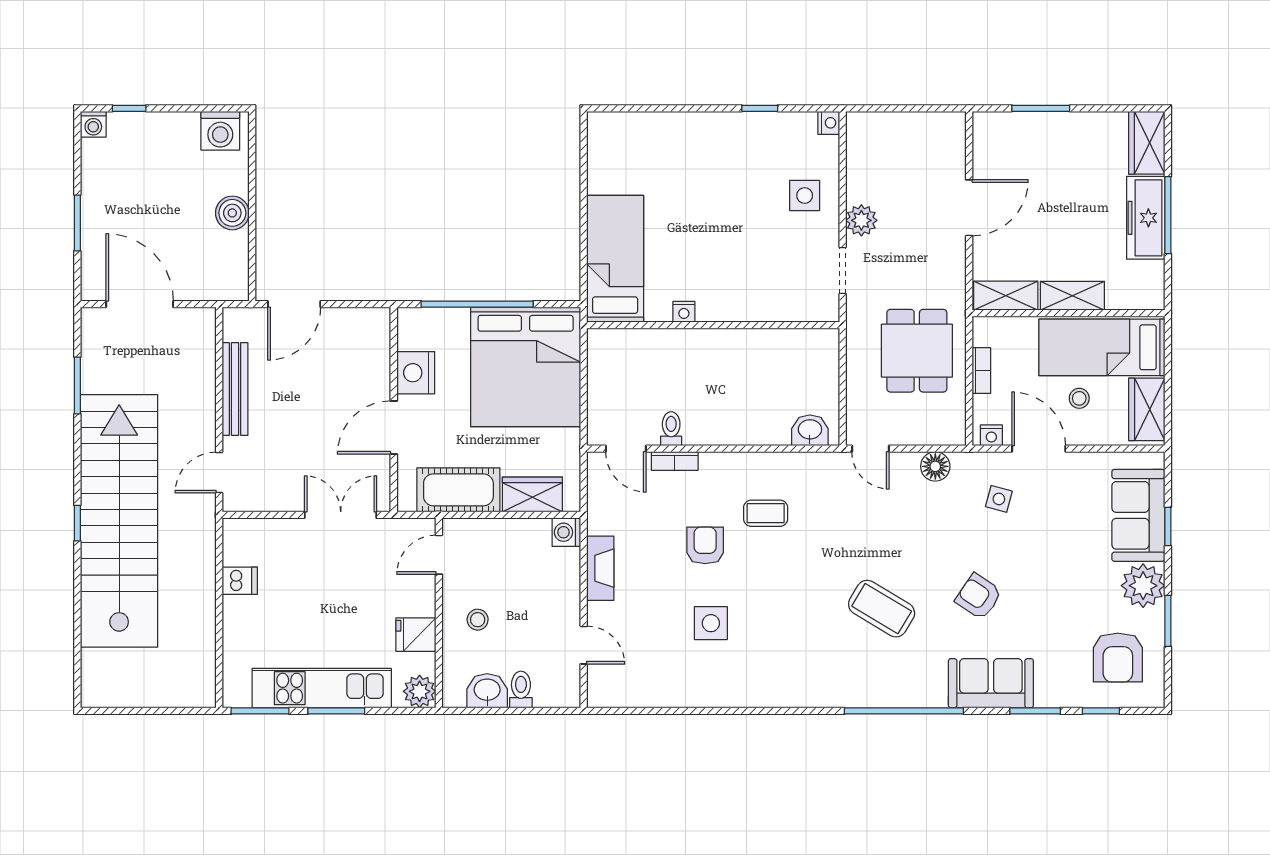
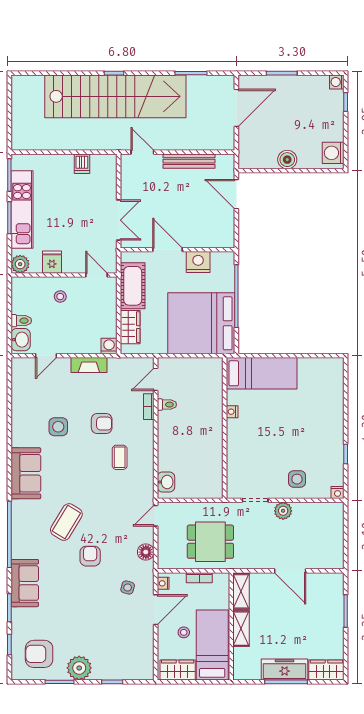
sofa: (1138, 515) -> (26, 473), moved, turned 90
armchair: (979, 597) -> (90, 556), moved, turned -34
washbasin: (487, 691) -> (21, 340), moved

